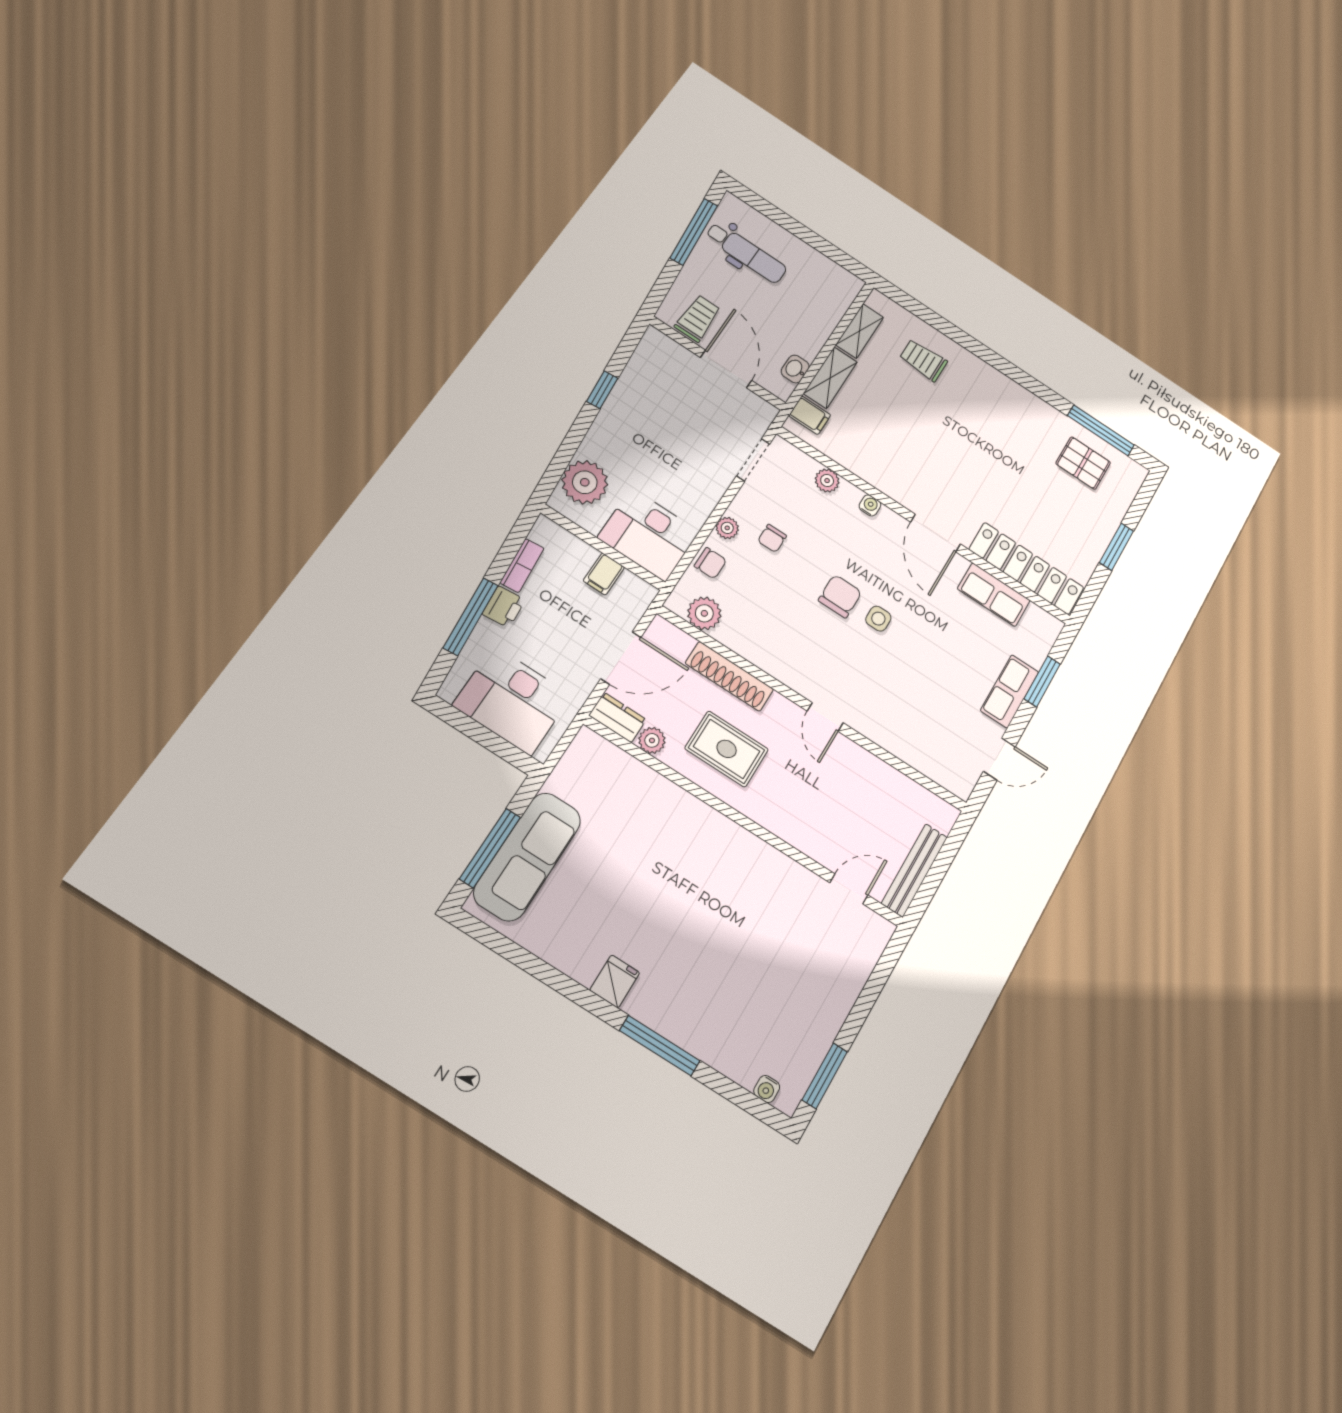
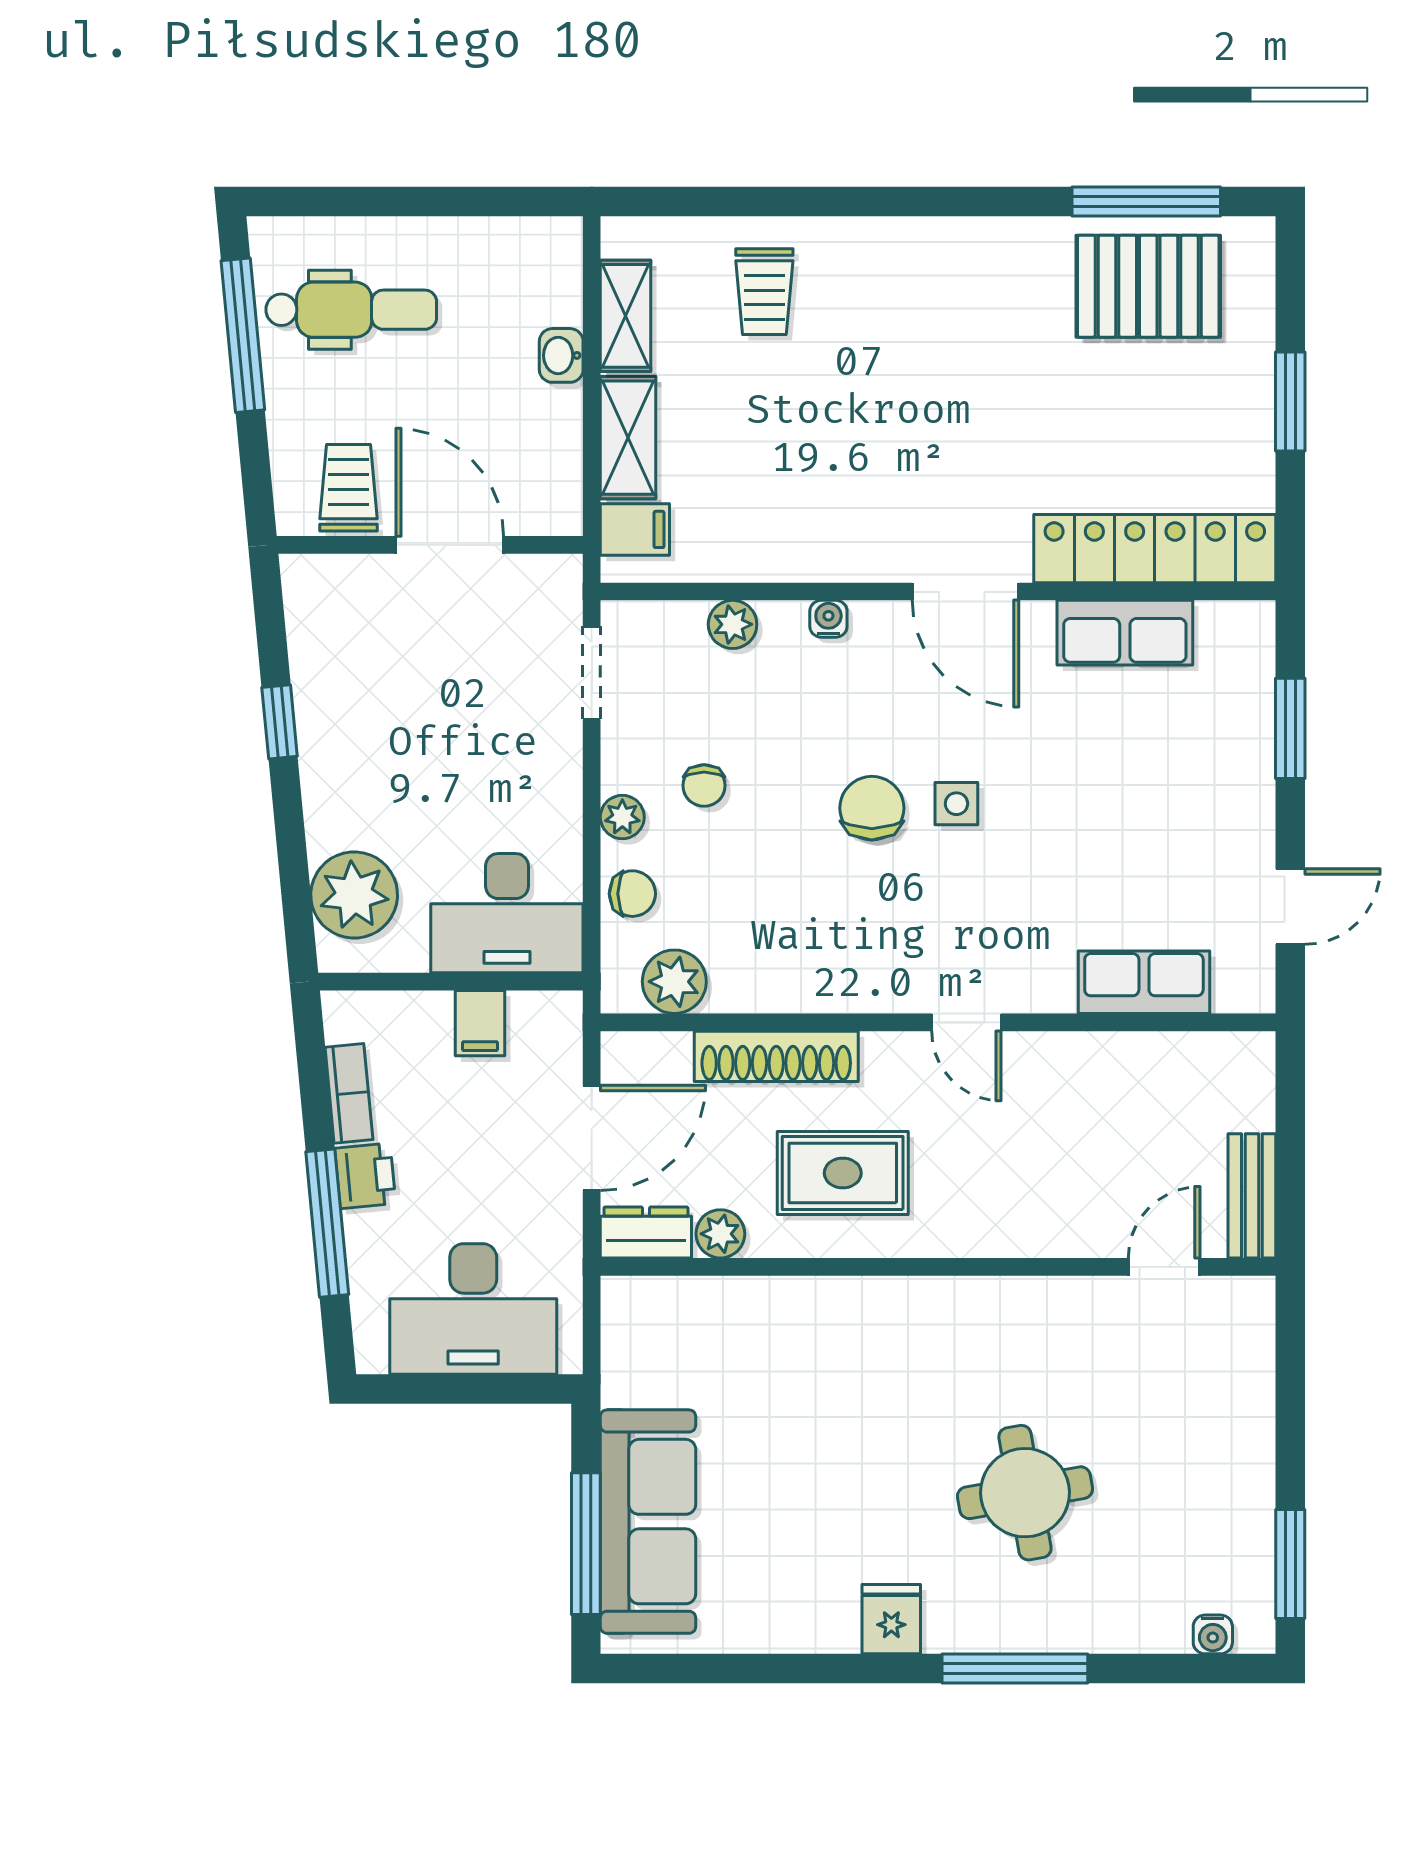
trolley: (923, 360) -> (764, 292), turned -90
washbasin: (795, 369) -> (561, 355), moved
pallet: (1083, 463) -> (1148, 286), width x1.50, depth x1.42
row of seats: (1010, 691) -> (1144, 982), moved, turned 90
bench: (914, 870) -> (1252, 1196), width x0.73
round table: (718, 958) -> (1025, 1493), added

